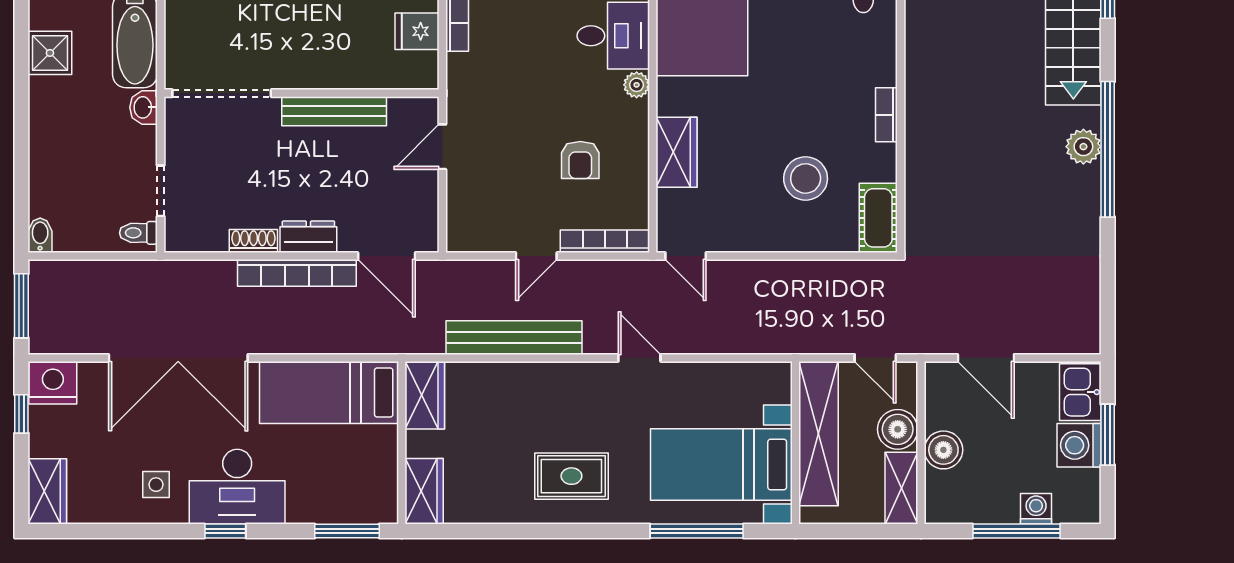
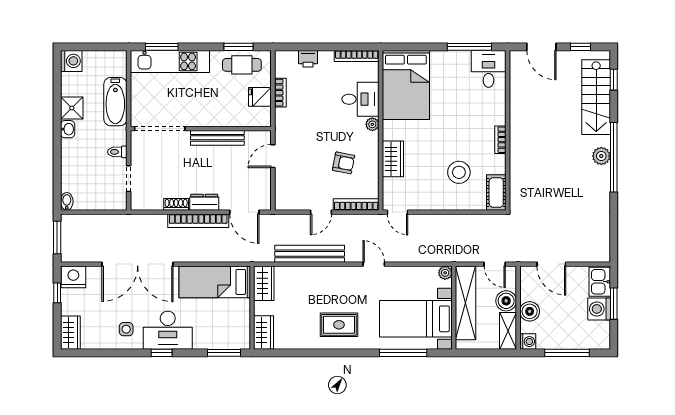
washbasin: (144, 107) -> (68, 129), moved, turned 180
armchair: (580, 160) -> (344, 163), turned -79
toilet: (138, 233) -> (117, 152), moved
plant: (779, 375) -> (445, 273), added
washing machine: (1036, 509) -> (528, 342), moved, turned 90

